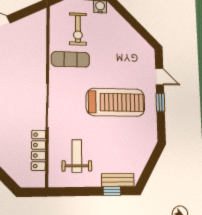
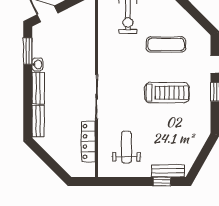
exercise mat: (70, 59) -> (166, 45), moved
treadmill: (116, 102) -> (167, 93), width x0.73, depth x0.73

